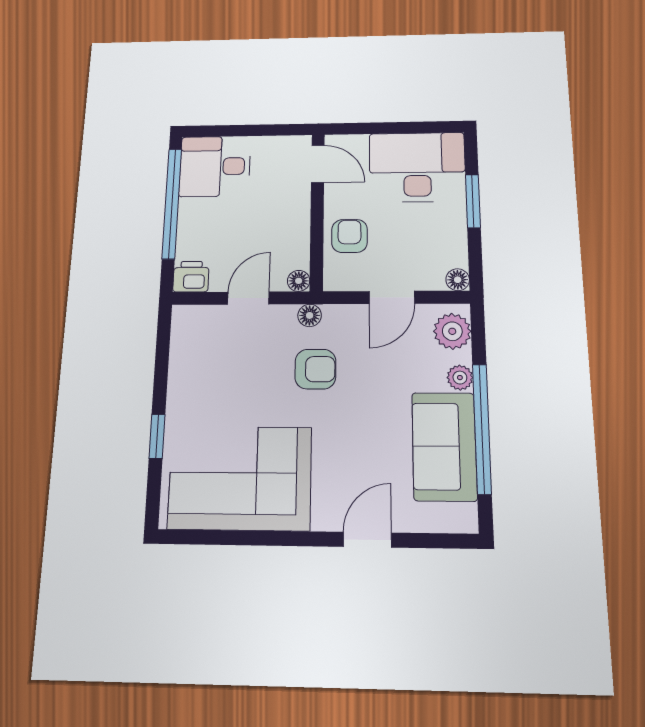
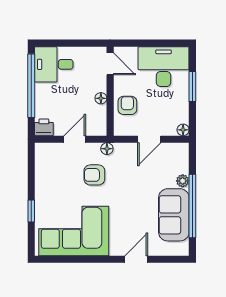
floor lamp: (299, 281) -> (101, 98), moved
plant: (452, 331) -> (180, 157), removed
armchair: (315, 369) -> (94, 175), moved, turned 180

